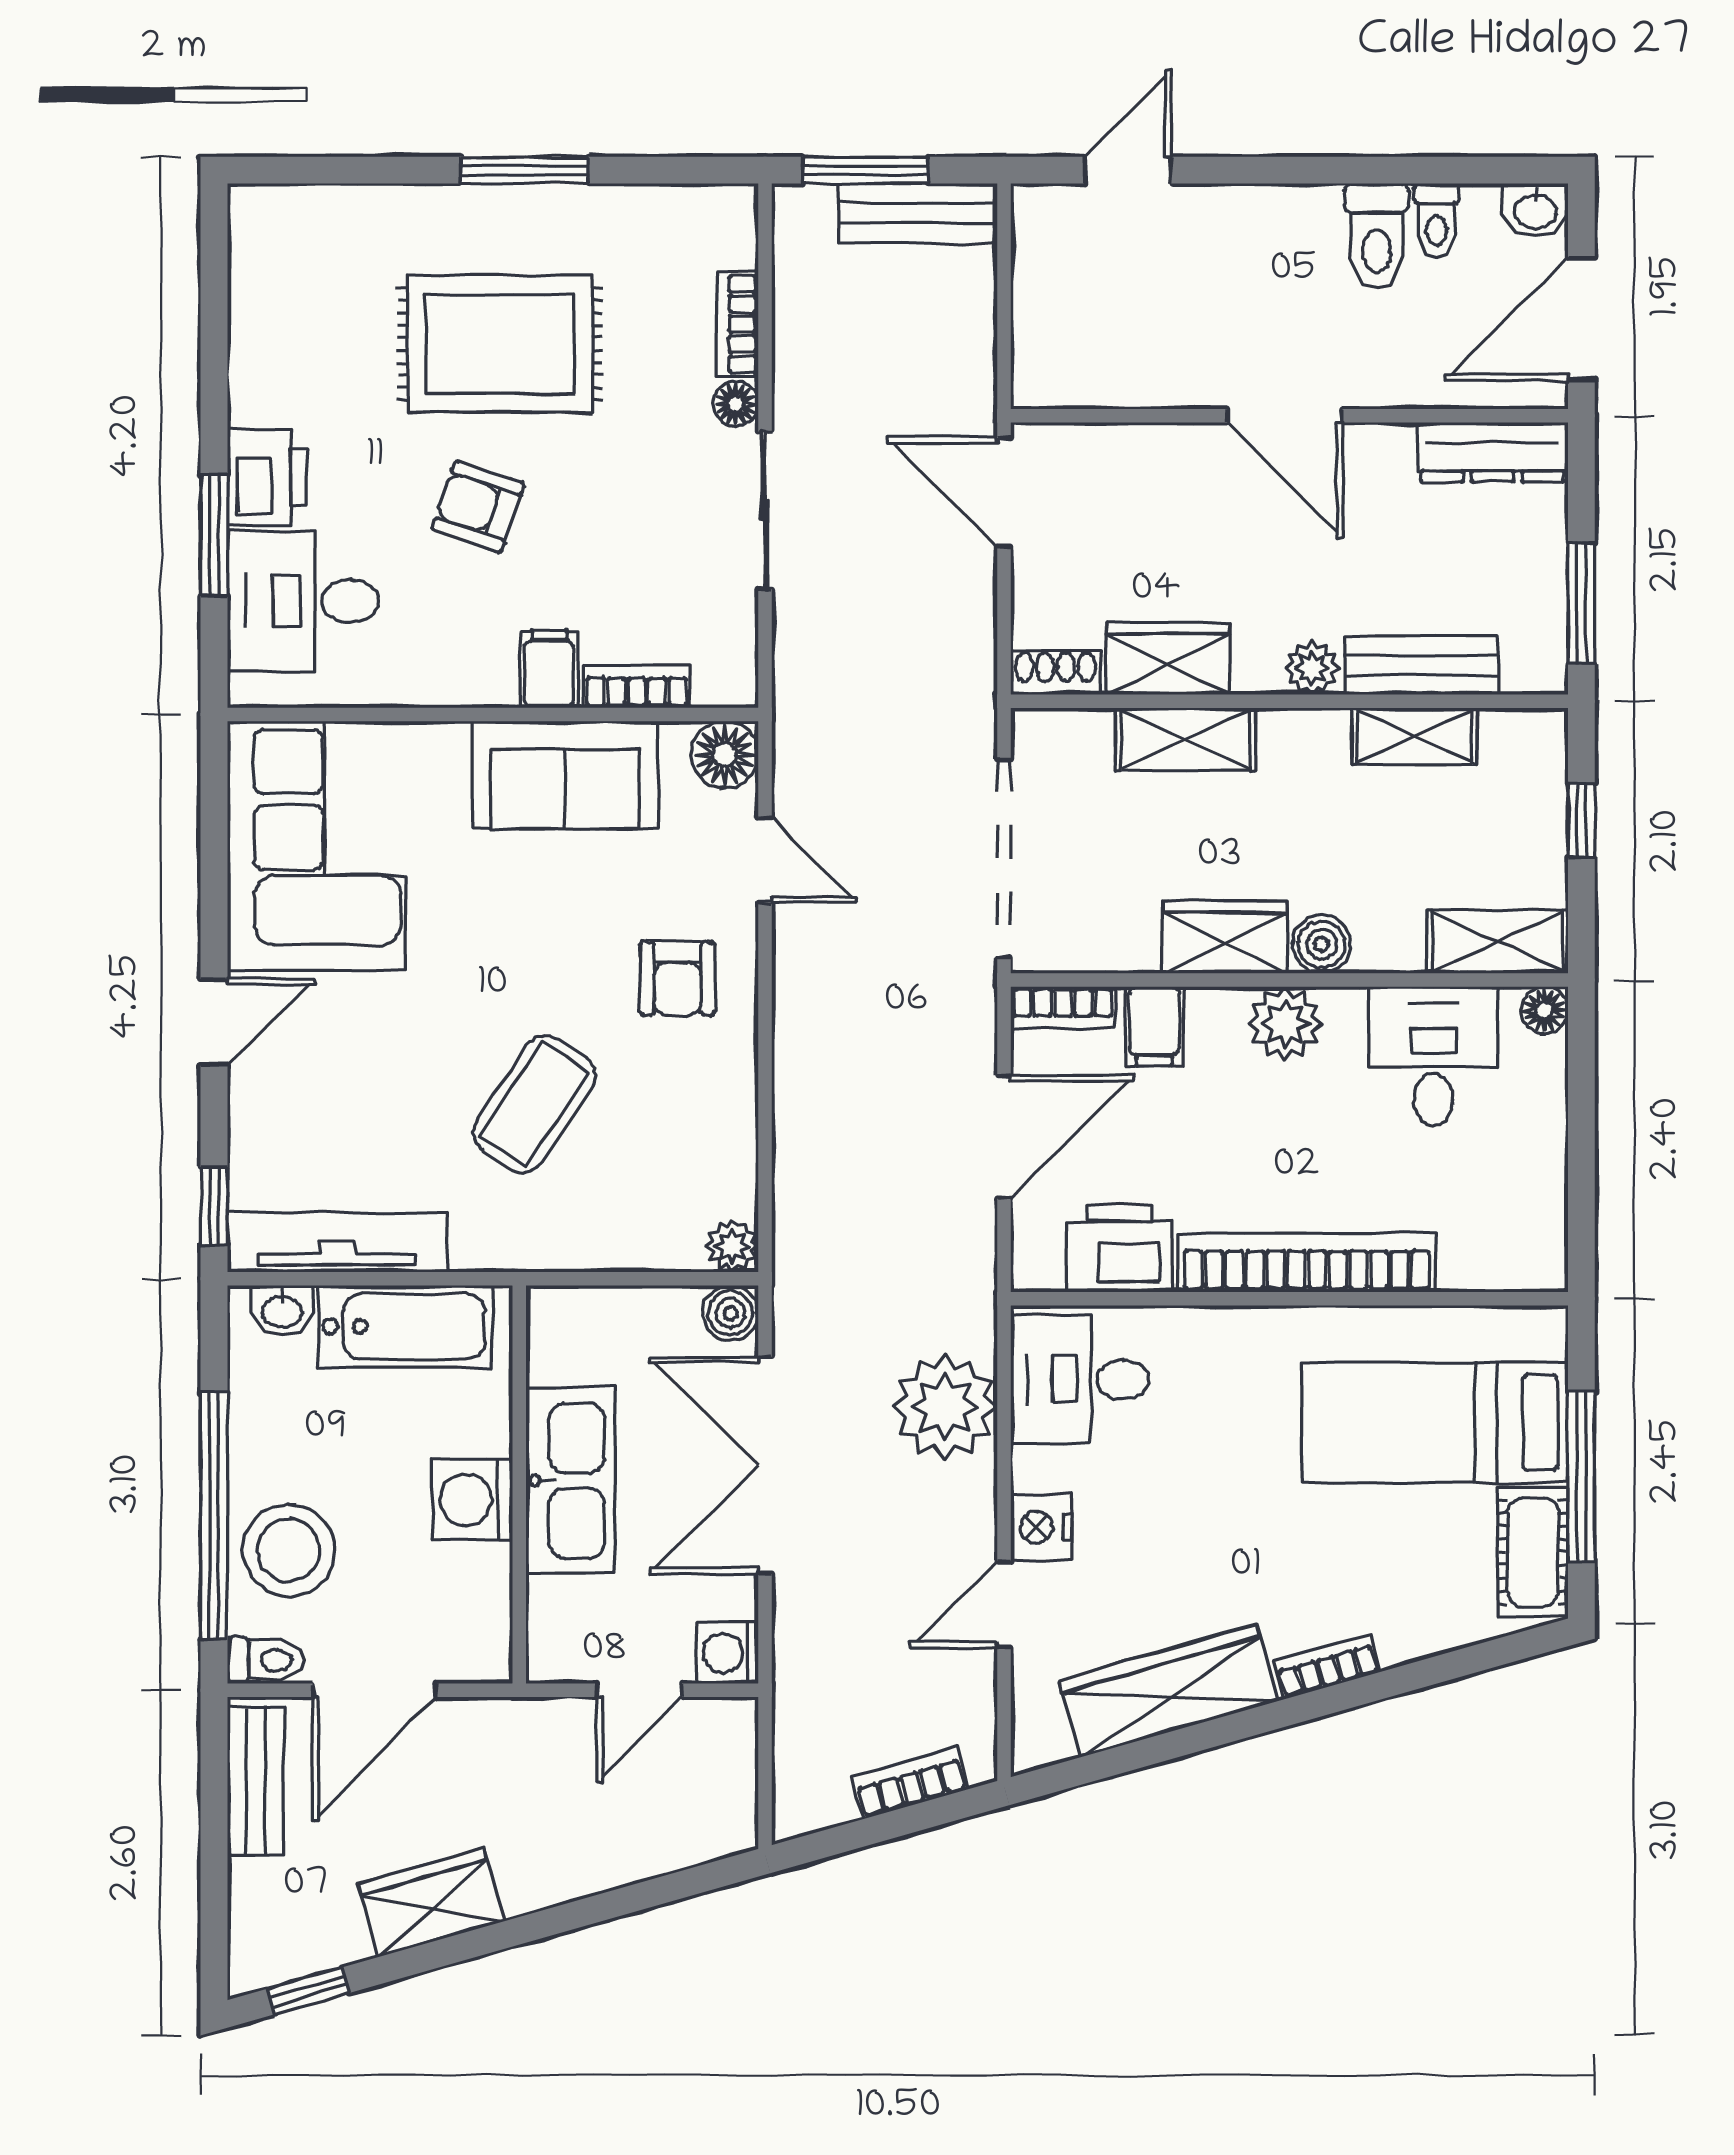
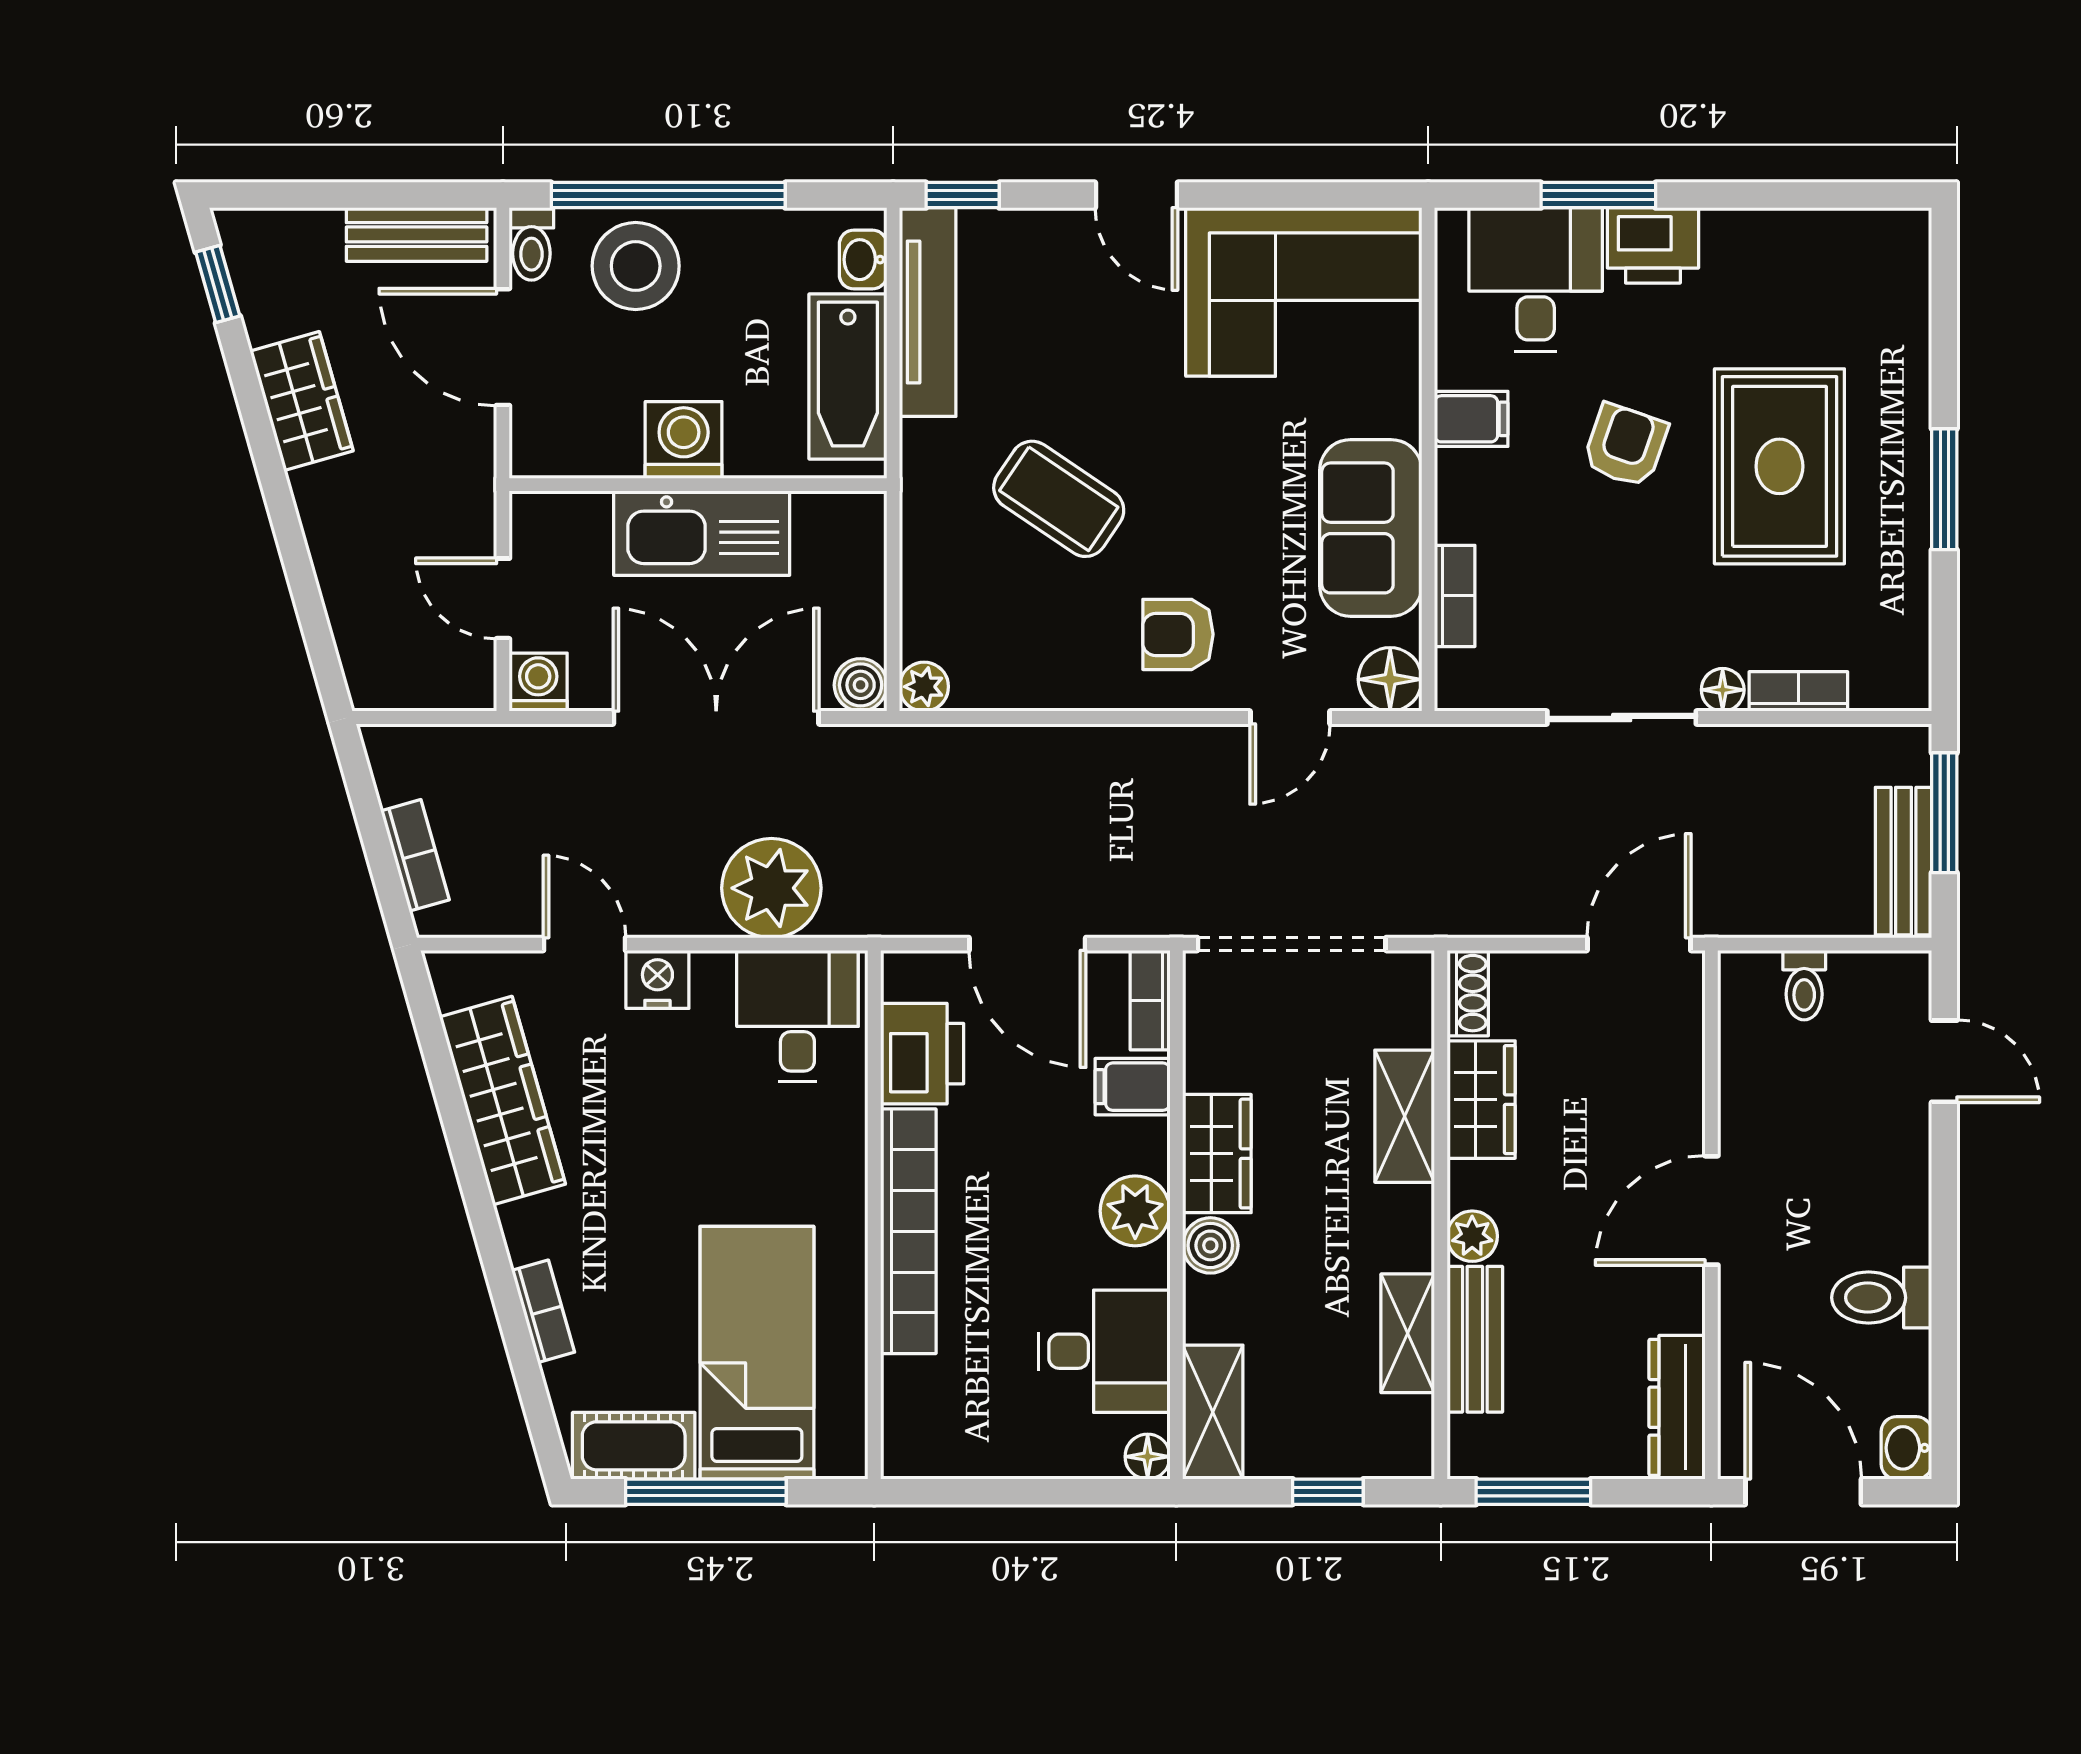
toilet: (1437, 220) -> (1804, 985), moved, turned -90
filing cabinet: (549, 669) -> (1471, 419), moved
bookcase: (1327, 1666) -> (543, 1311), moved

